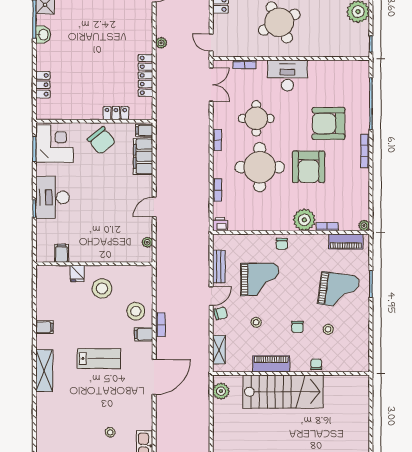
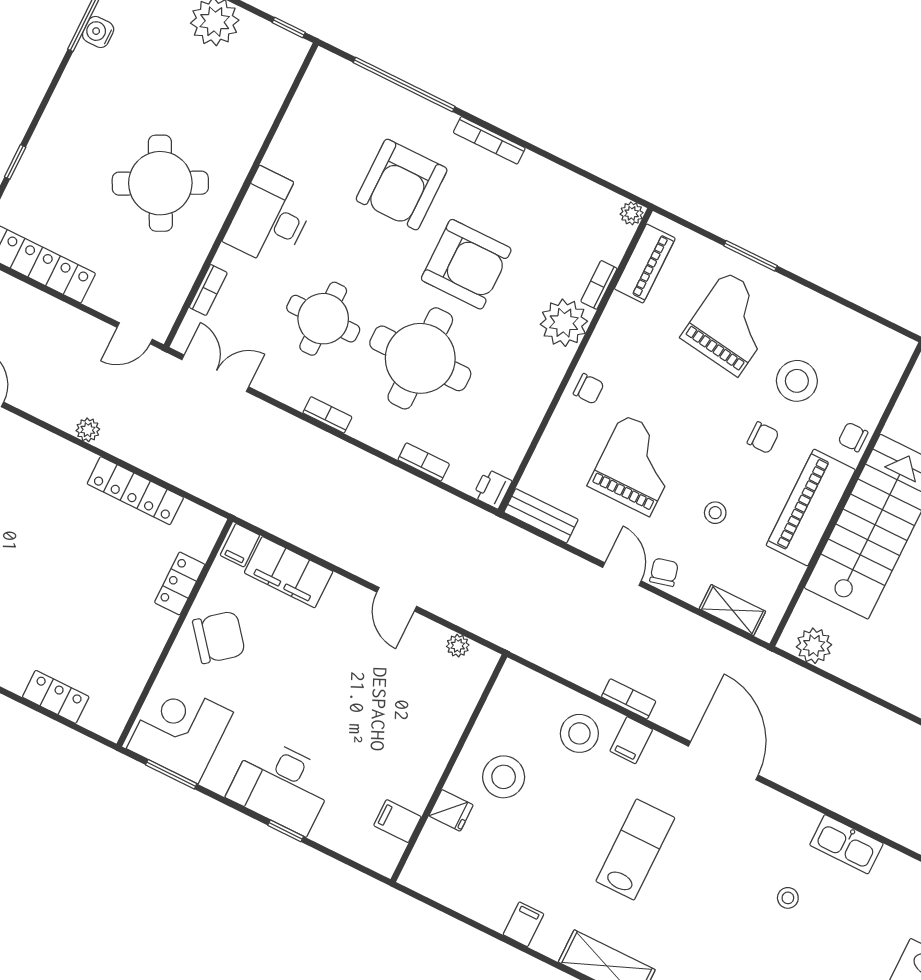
bench: (219, 267) -> (541, 516), moved
stool: (328, 329) -> (797, 381), width x1.89, depth x1.89
piano: (271, 364) -> (811, 508), width x1.37, depth x1.33

